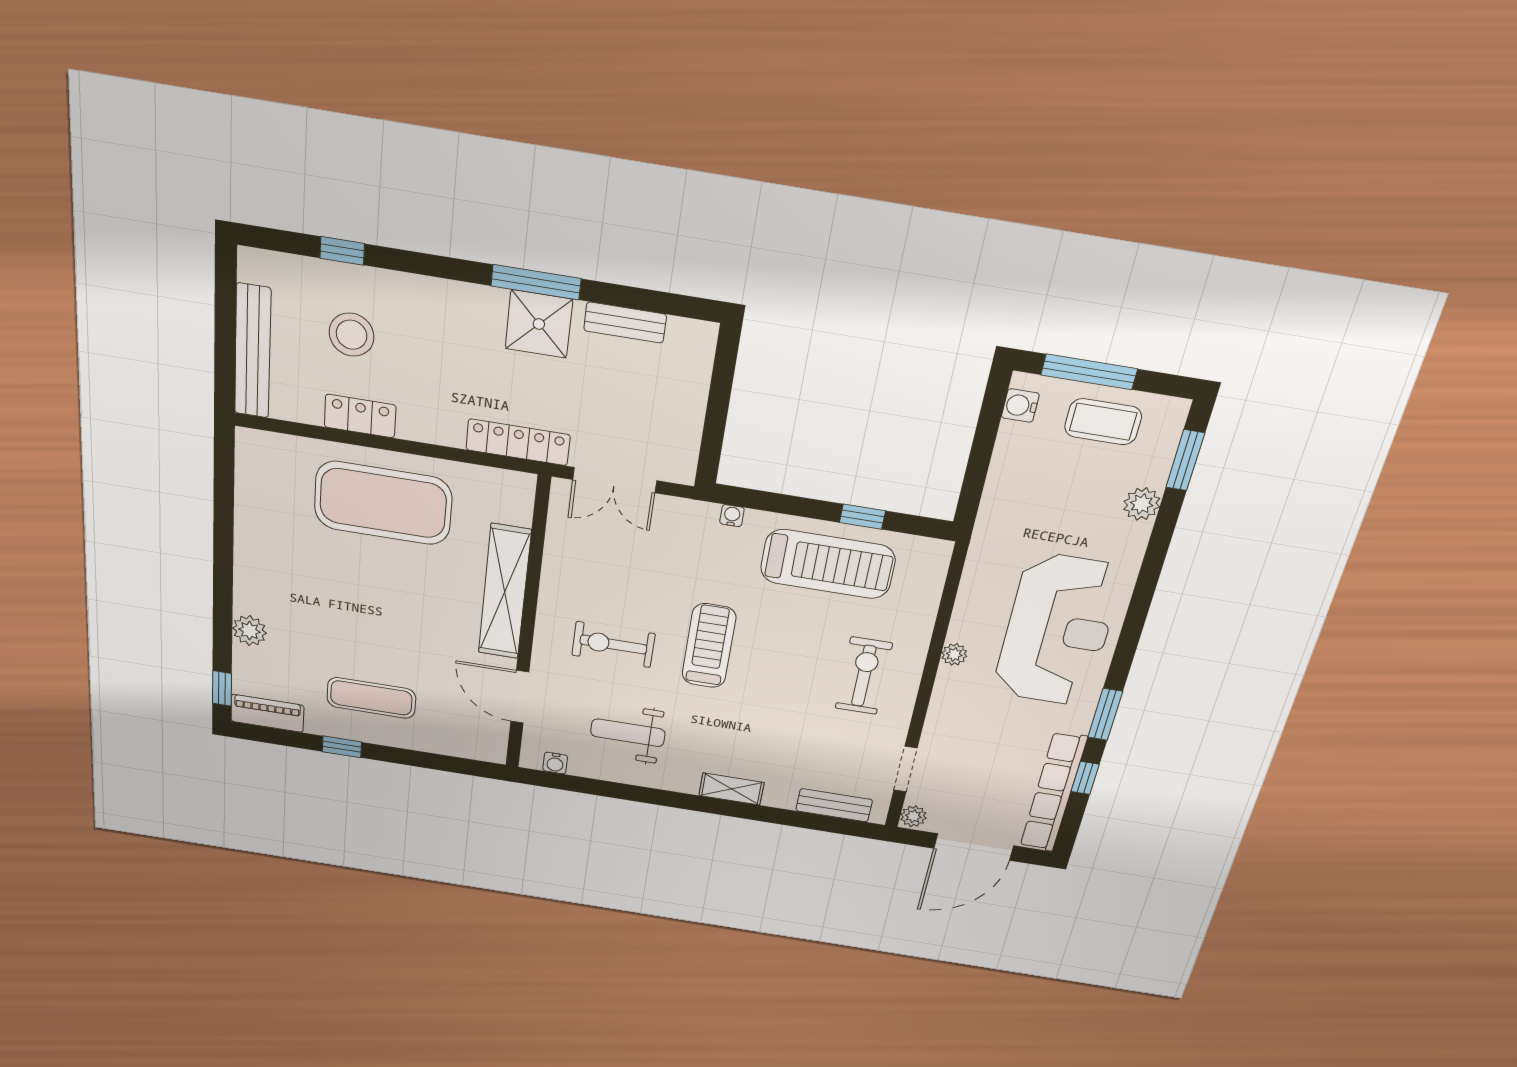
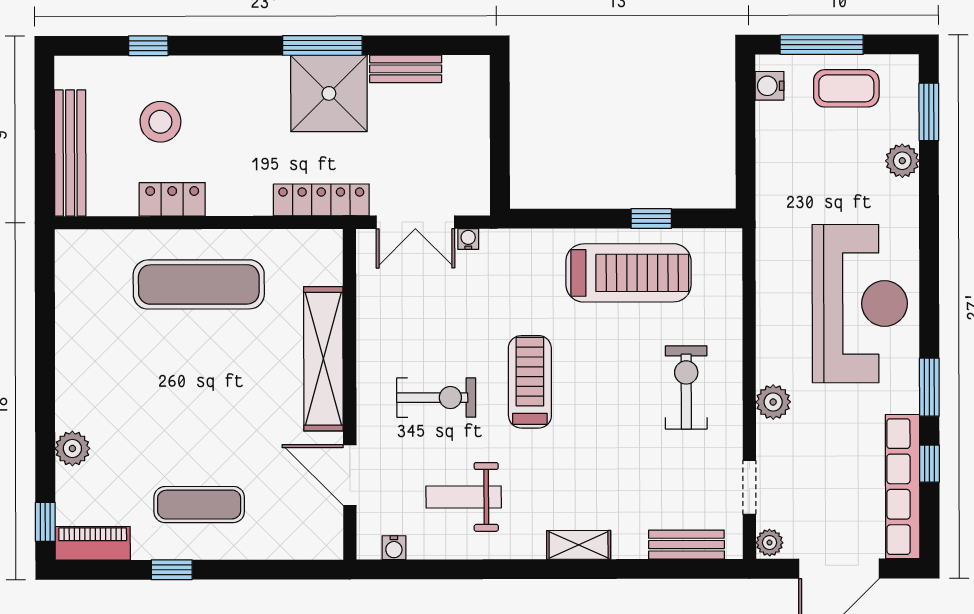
shower: (539, 324) -> (329, 93), width x1.37, depth x1.37
exercise mat: (383, 503) -> (199, 284), width x0.68
water cooler: (732, 516) -> (468, 239), moved
exercise bike: (613, 644) -> (436, 398), turned 180
plant: (954, 654) -> (773, 402), moved, width x1.38, depth x1.38

